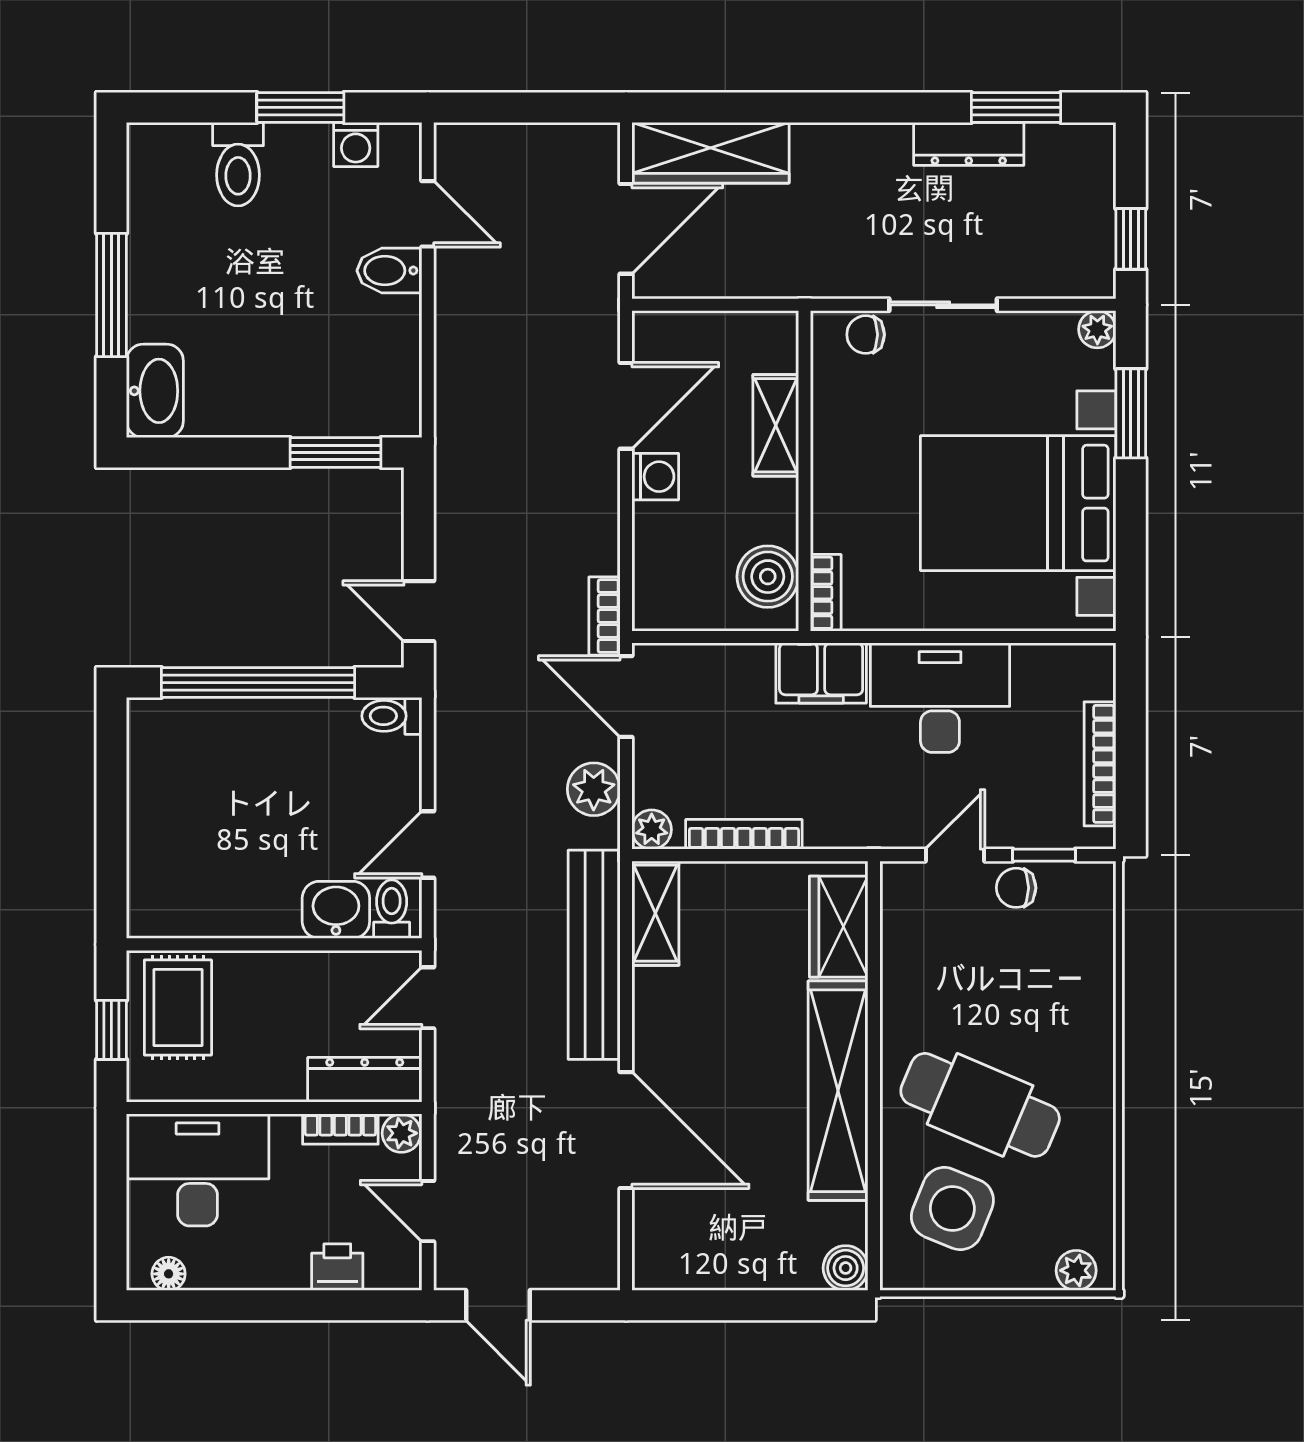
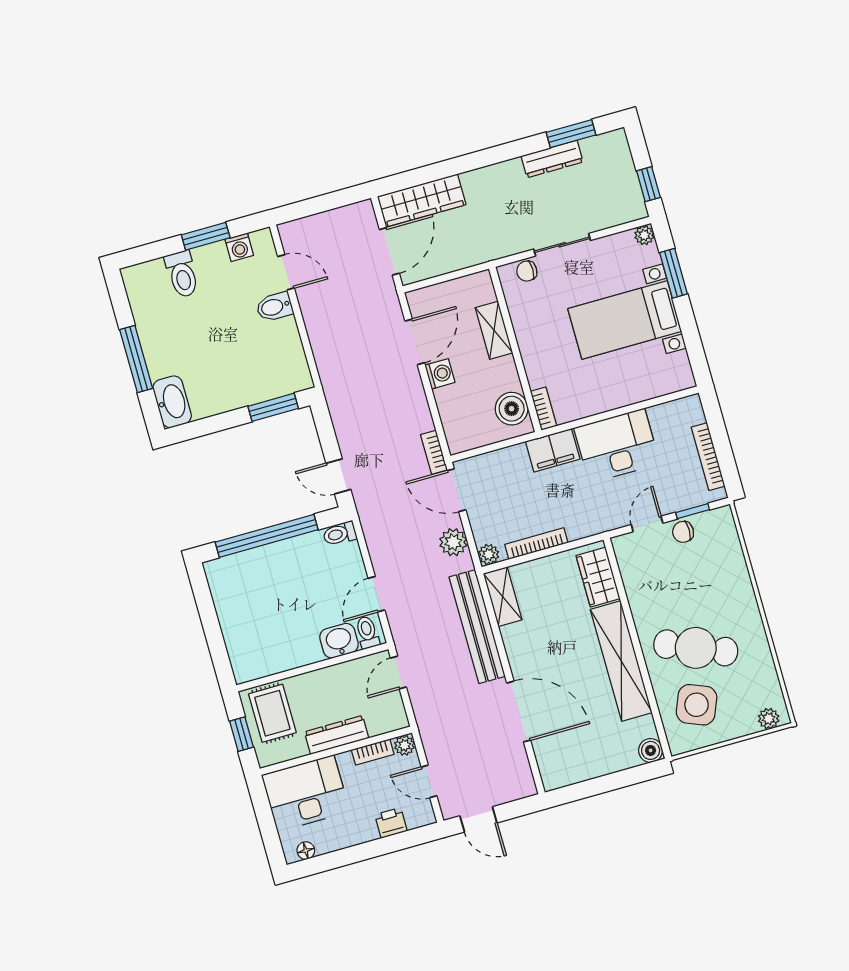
bed with nightstands: (1018, 503) -> (625, 320), width x0.73
dresser: (365, 1080) -> (337, 735), moved

